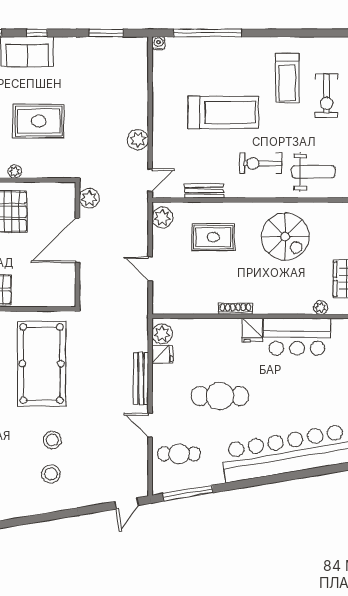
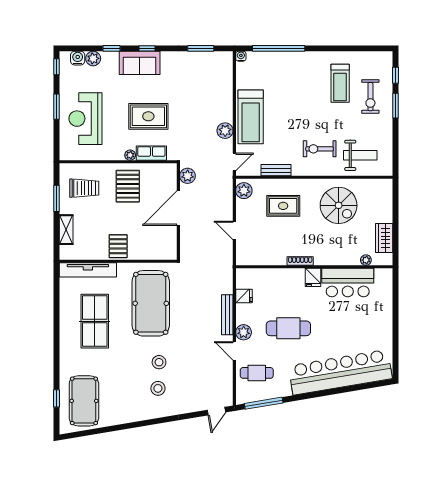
treadmill: (223, 112) -> (251, 117), moved, turned 90
row of seats: (43, 169) -> (151, 153), added
plant: (162, 334) -> (244, 332), moved

